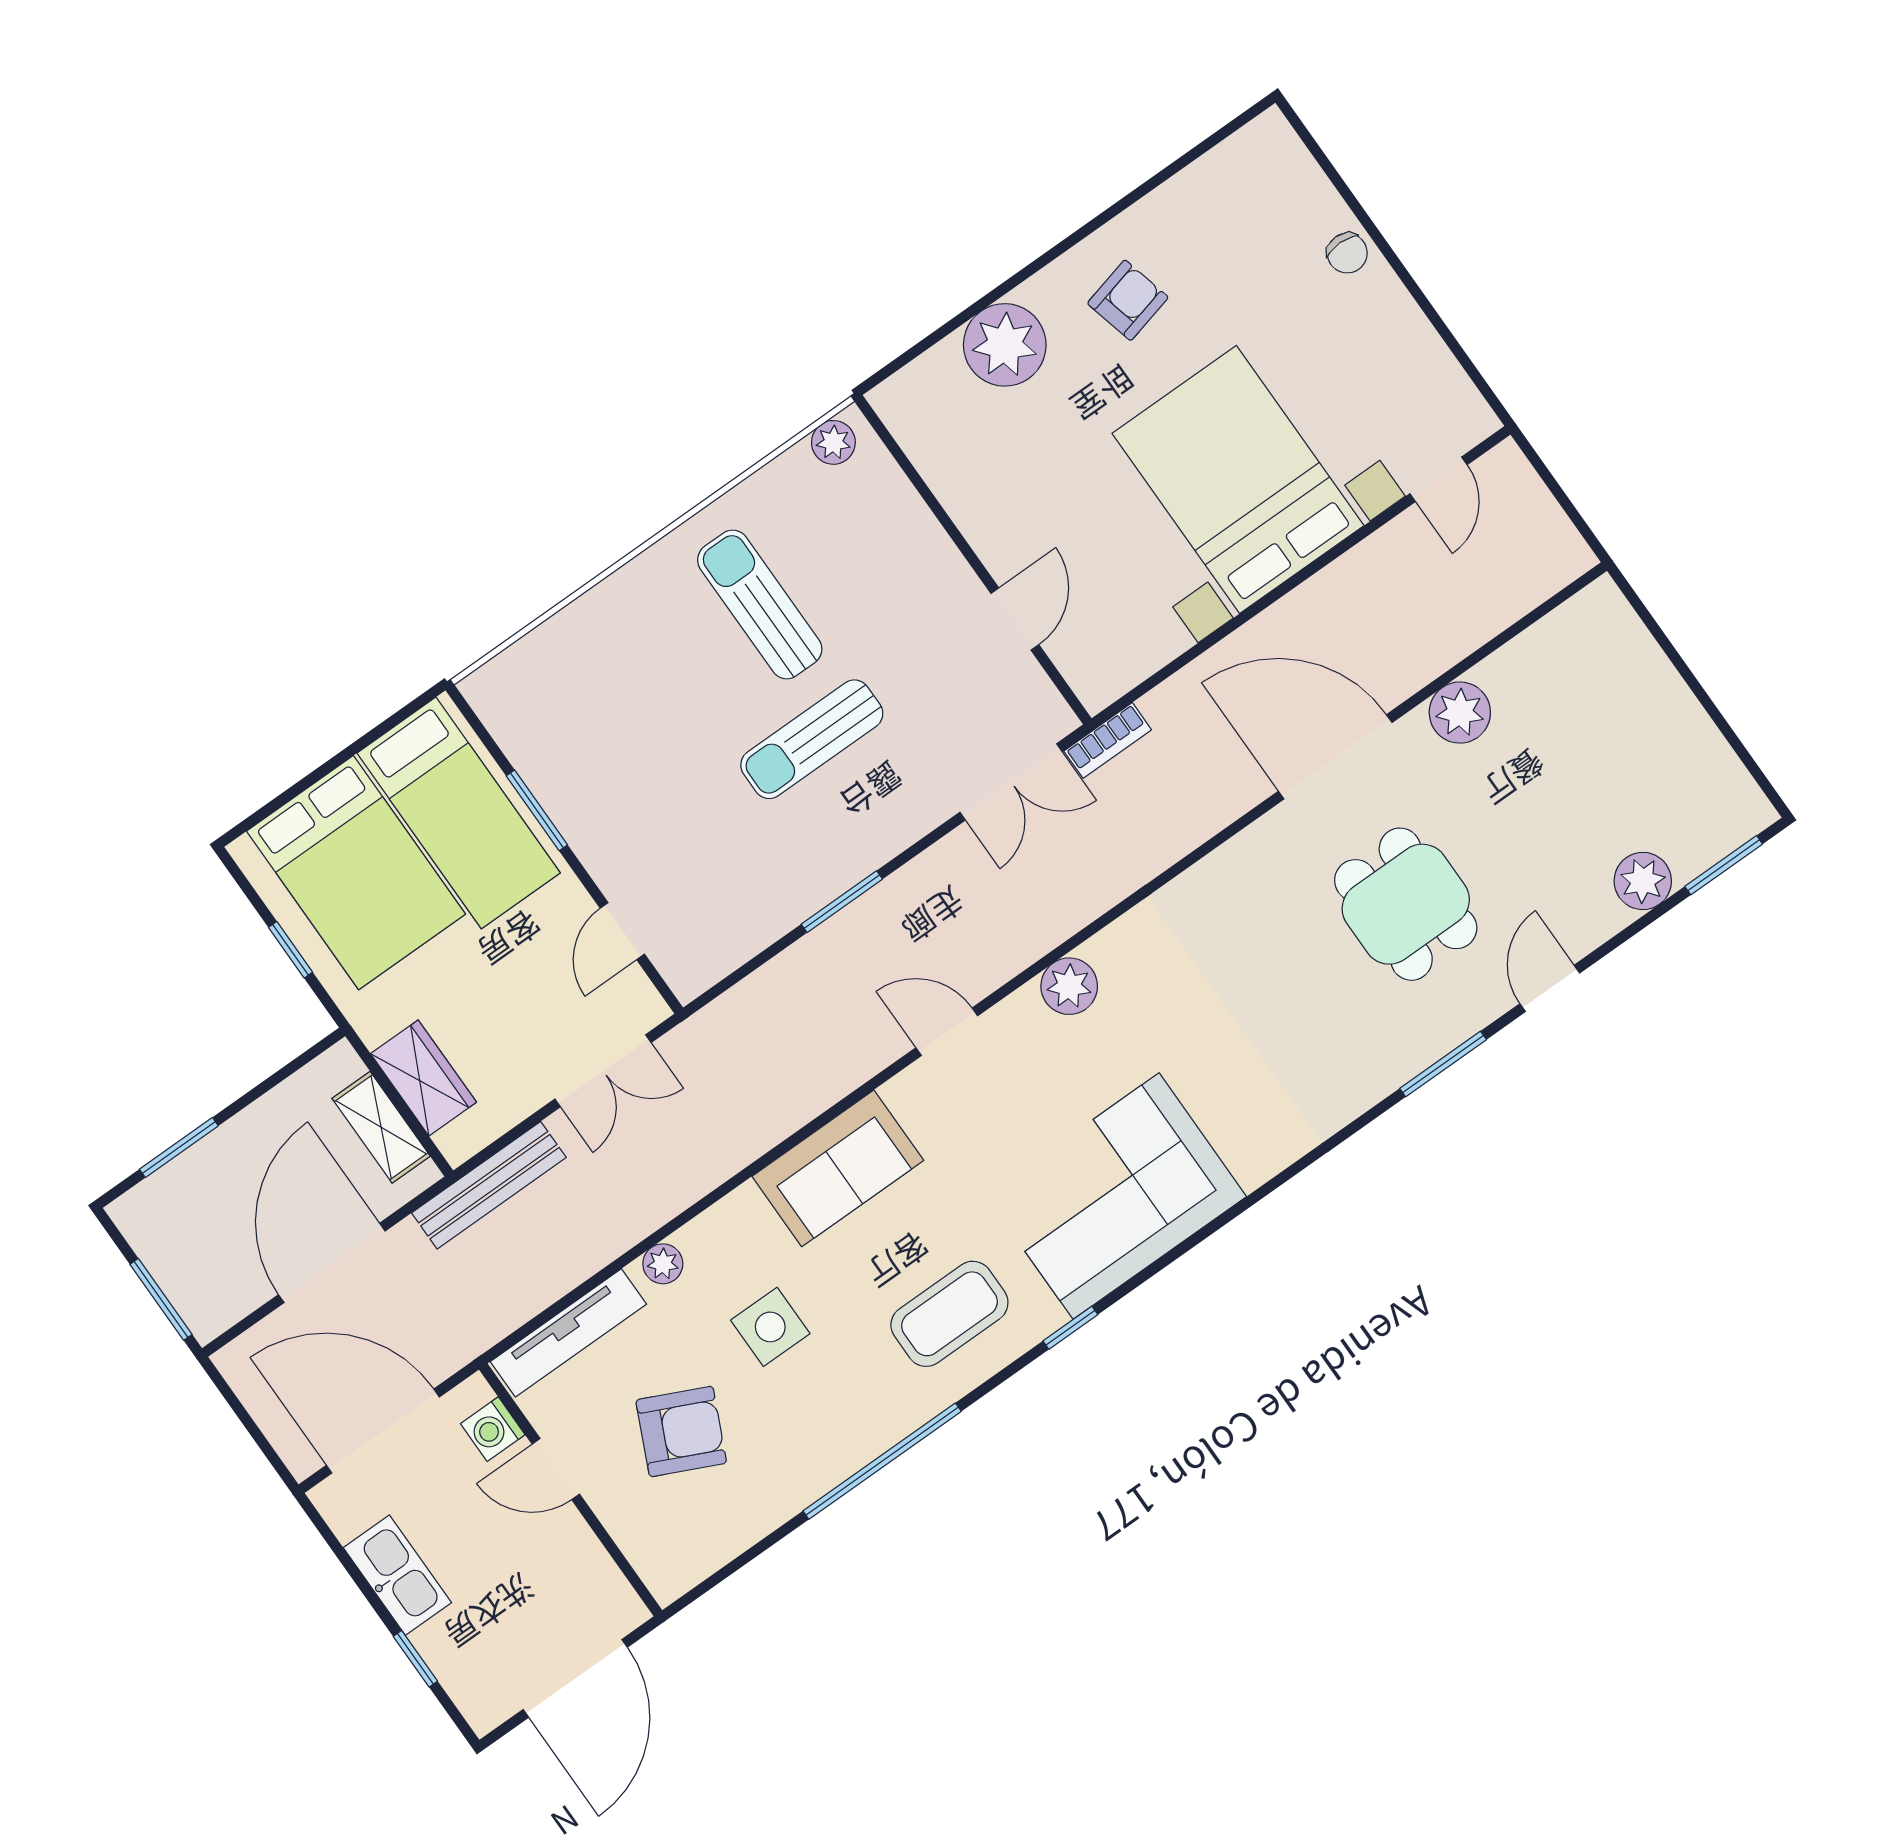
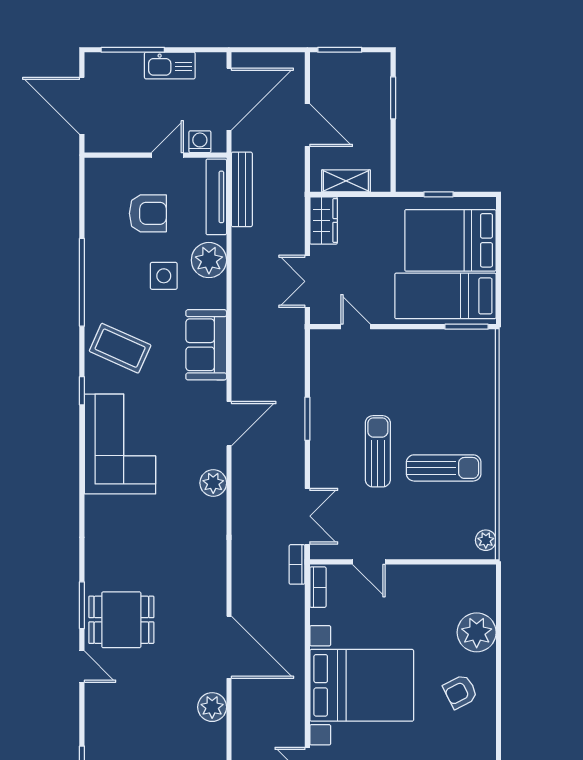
armchair: (1128, 300) -> (460, 692), turned 77
bookcase: (1121, 676) -> (318, 587), added
door: (1335, 757) -> (229, 647), hinge flipped
double door: (1011, 782) -> (307, 516), swing flipped
window: (537, 810) -> (467, 327), moved
plant: (1643, 881) -> (98, 731), removed
dining table: (1406, 904) -> (121, 620), moved
door: (947, 1032) -> (229, 424), width x1.38
wardrobe: (424, 1078) -> (324, 220), moved, turned -90
bench: (489, 1185) -> (242, 189), moved
door: (332, 1263) -> (307, 125), width x0.73
plant: (663, 1264) -> (209, 260), width x1.88, depth x1.88
coffee table: (949, 1314) -> (120, 348), turned -66
armchair: (681, 1432) -> (148, 213), turned -115
window: (415, 1659) -> (133, 50), width x2.17

